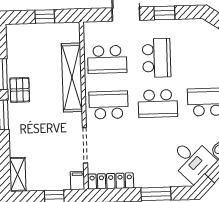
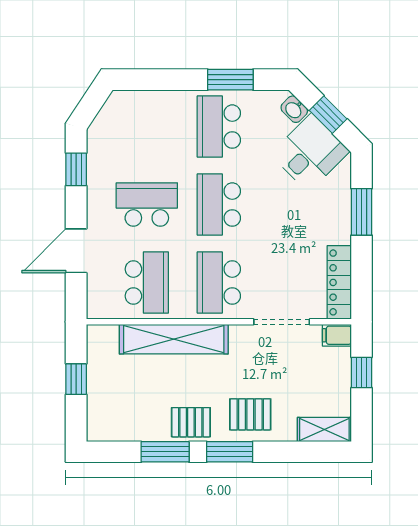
window: (164, 13) -> (76, 169), moved
school desk: (158, 103) -> (219, 205), turned 180
pallet: (26, 127) -> (250, 414), added

